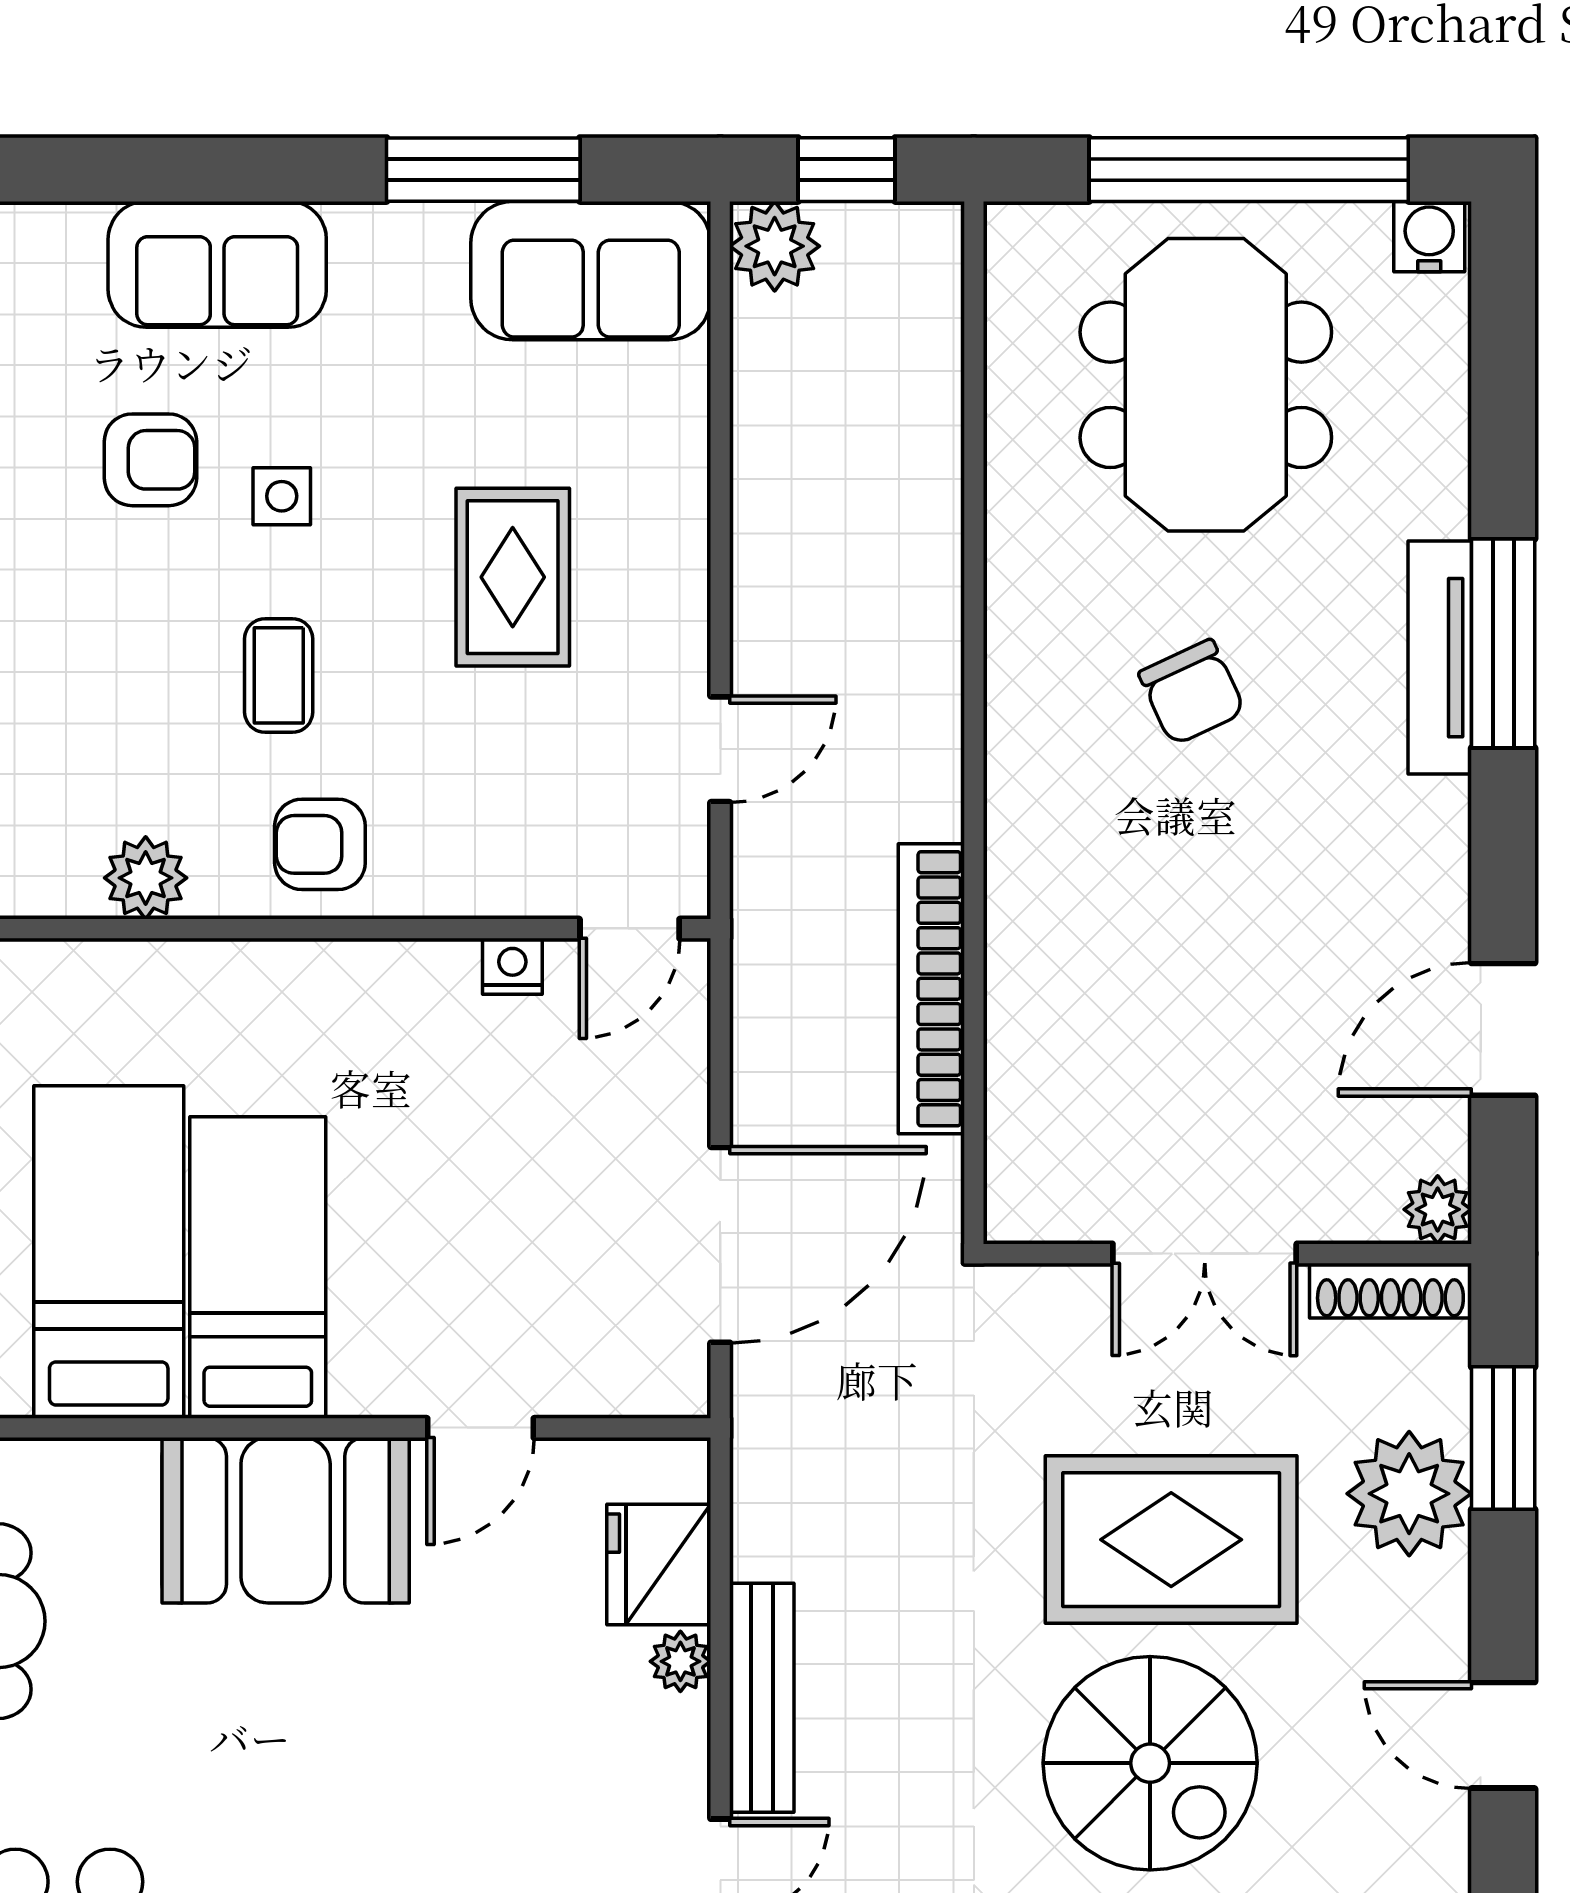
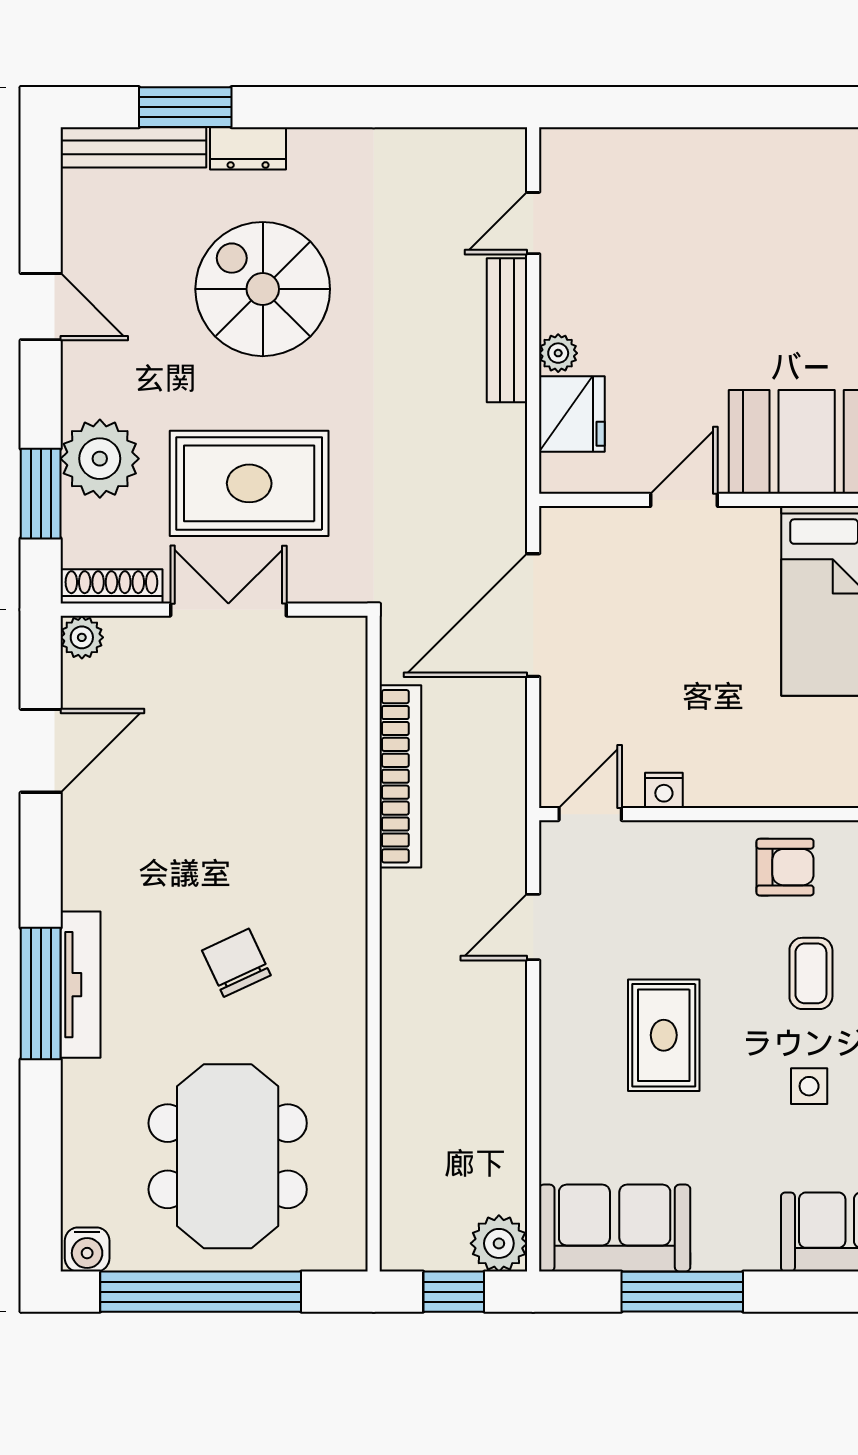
rug: (1171, 1540) -> (249, 483), moved

